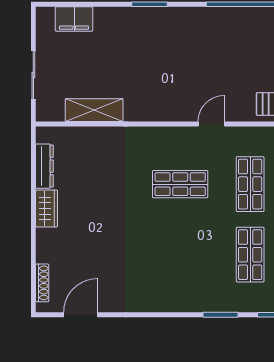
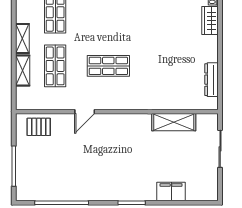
filing cabinet: (74, 19) -> (171, 192), moved
wardrobe: (47, 209) -> (210, 21), moved

